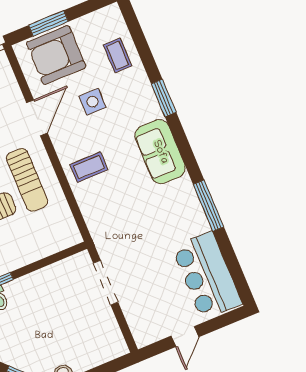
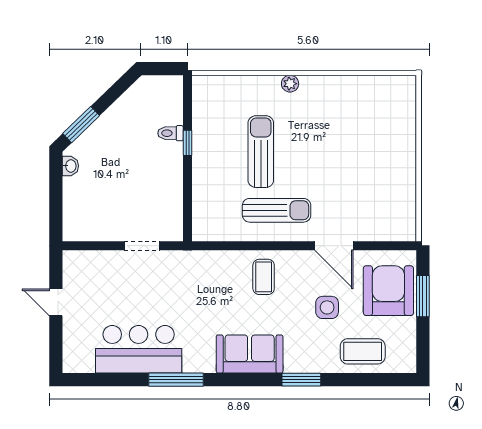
coffee table: (117, 55) -> (363, 351), width x1.36, depth x1.30
sun lounger: (27, 180) -> (277, 210), turned 180
bar counter: (207, 276) -> (139, 349), moved
doorway: (106, 283) -> (142, 246), width x0.73

